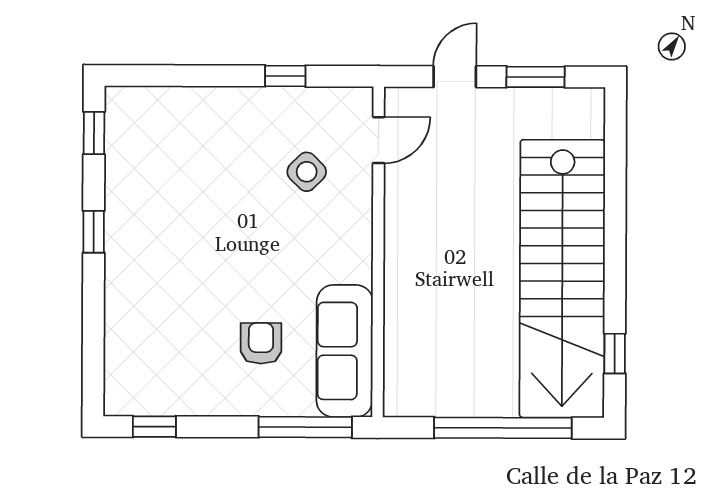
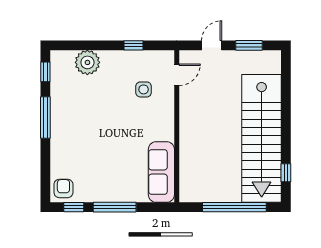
plant: (185, 113) -> (87, 62), added
side table: (307, 172) -> (144, 89), turned 45
window: (94, 232) -> (45, 117), width x2.17
armchair: (261, 343) -> (63, 188), moved
window: (305, 427) -> (115, 207), moved

